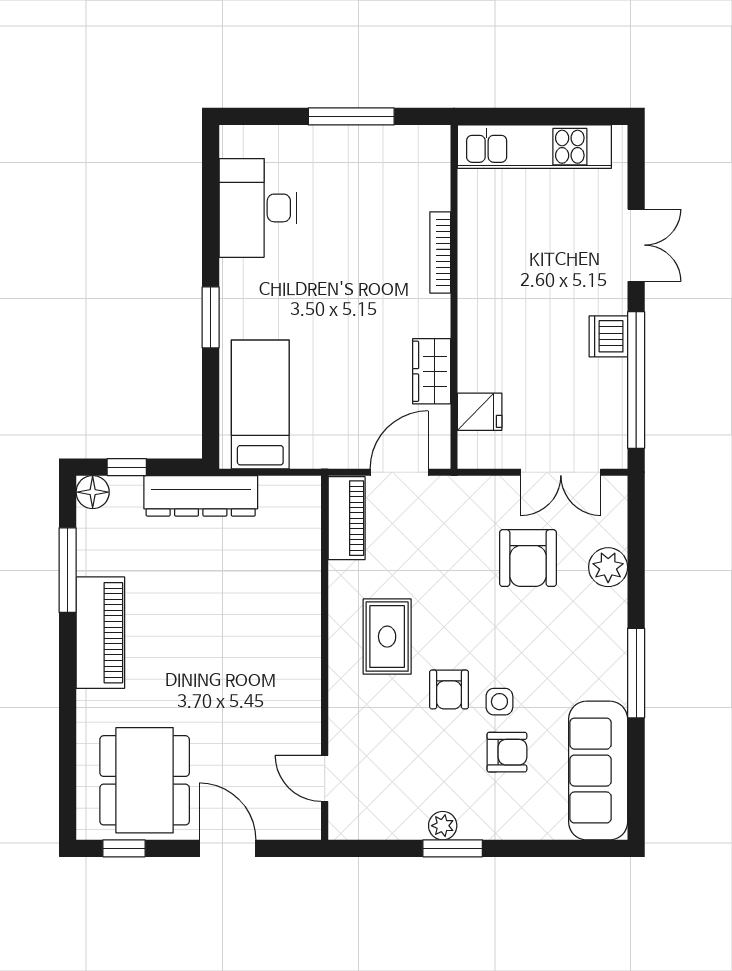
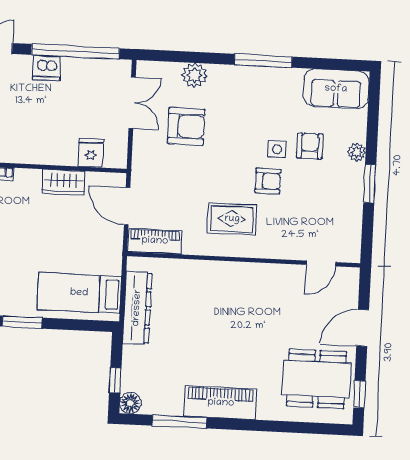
dresser: (201, 496) -> (137, 308), moved
sofa: (598, 771) -> (336, 89), width x0.73
plant: (443, 826) -> (357, 152), moved

